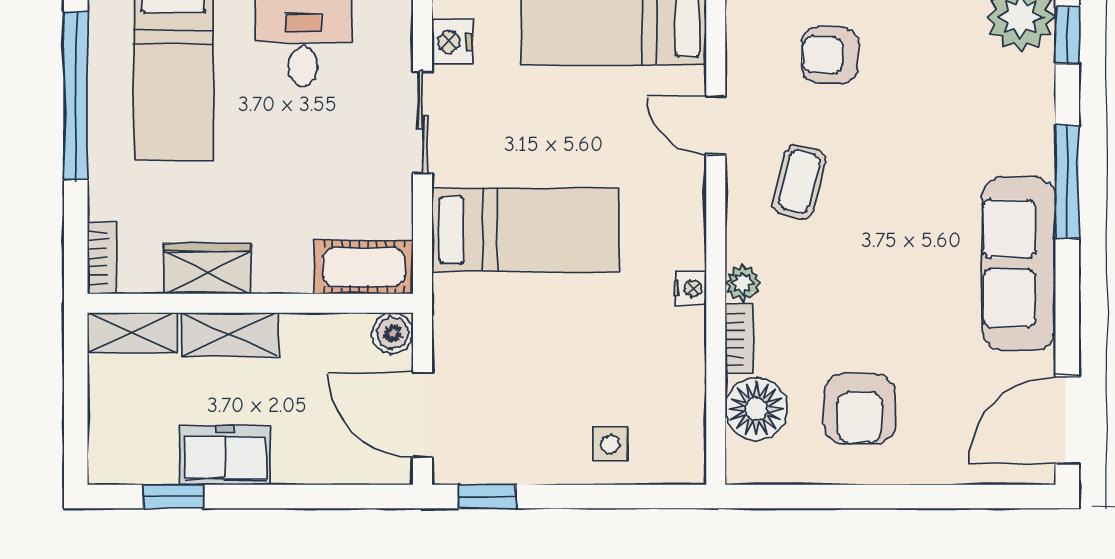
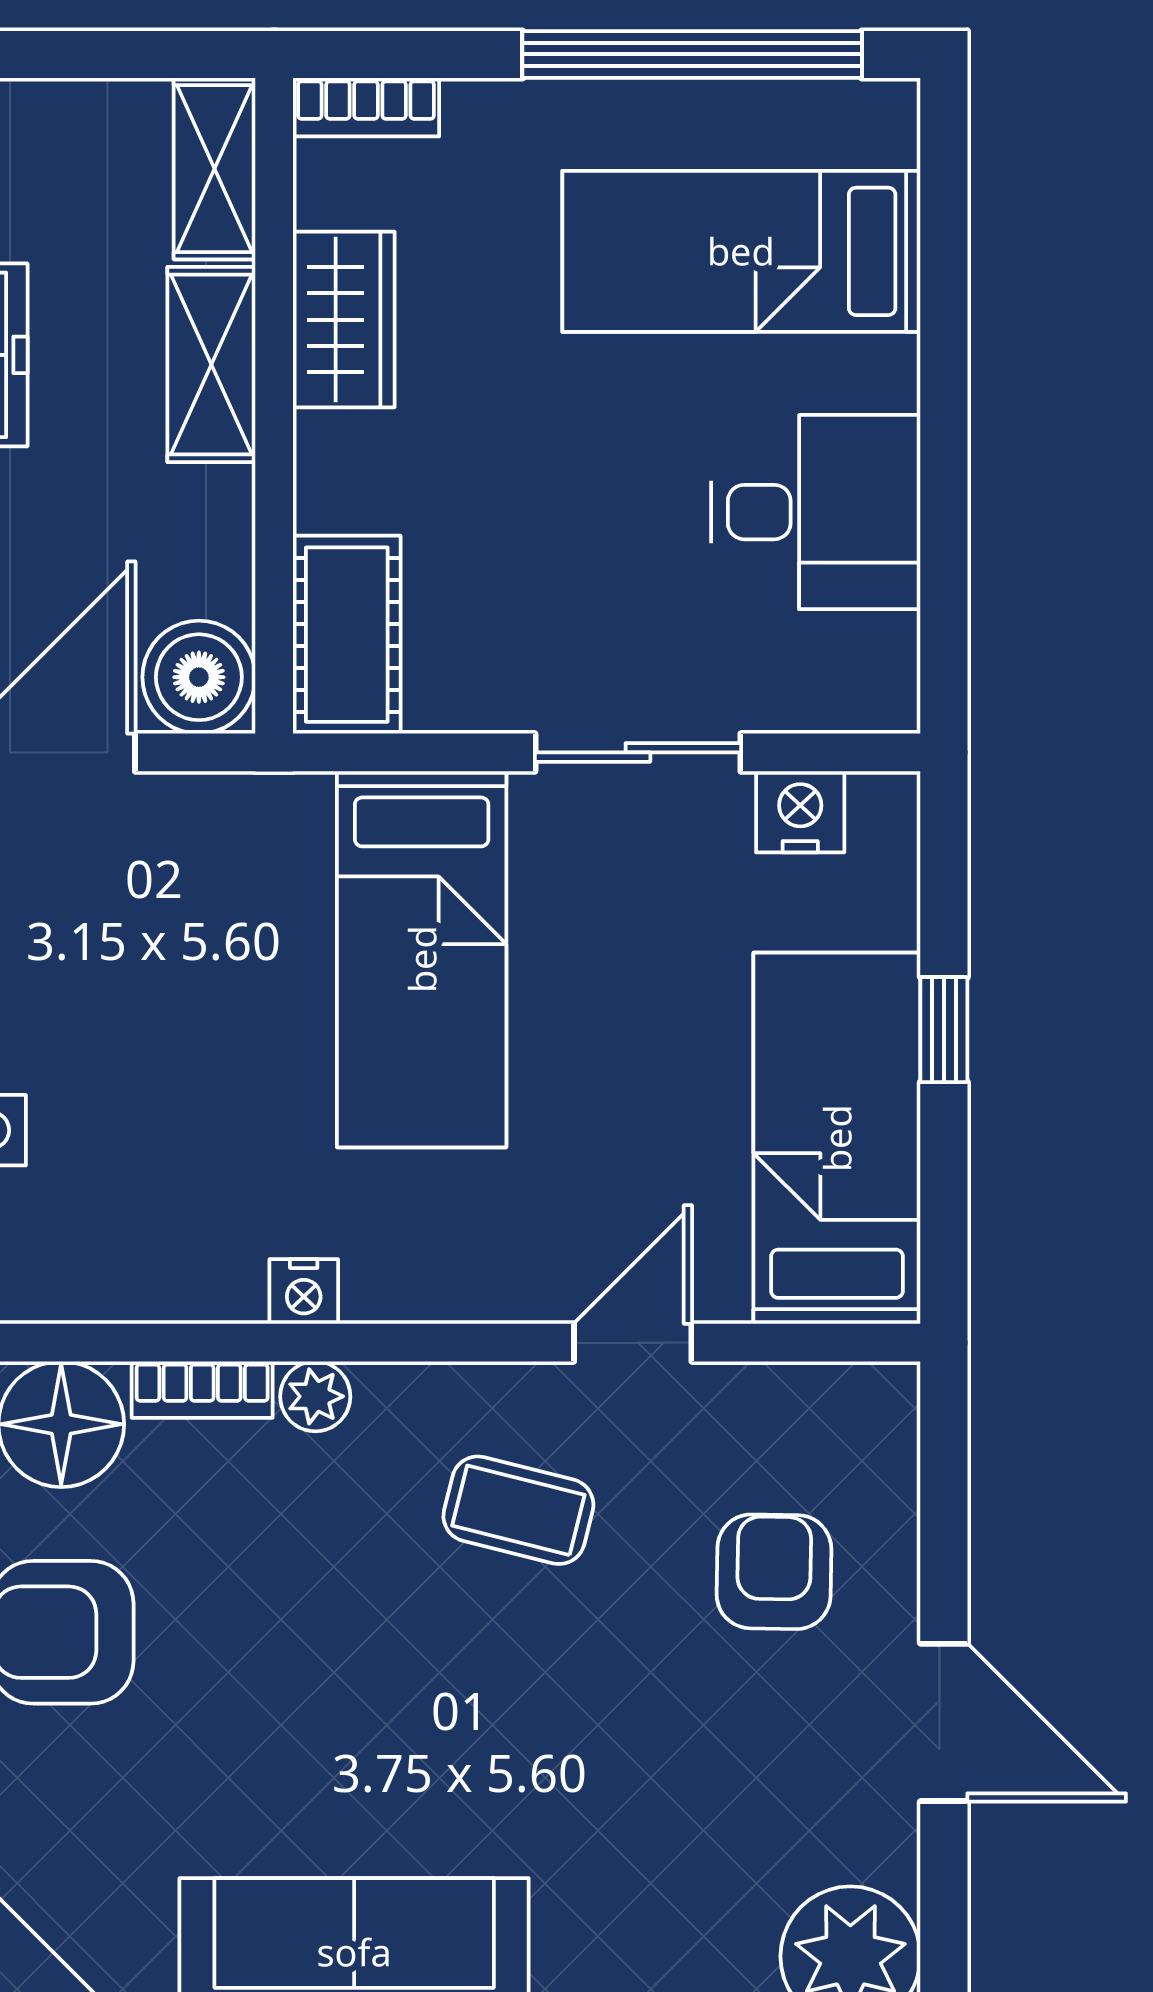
boiler: (393, 333) -> (199, 677), width x1.36, depth x1.36

